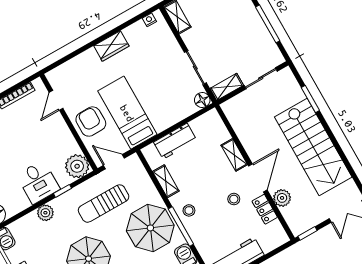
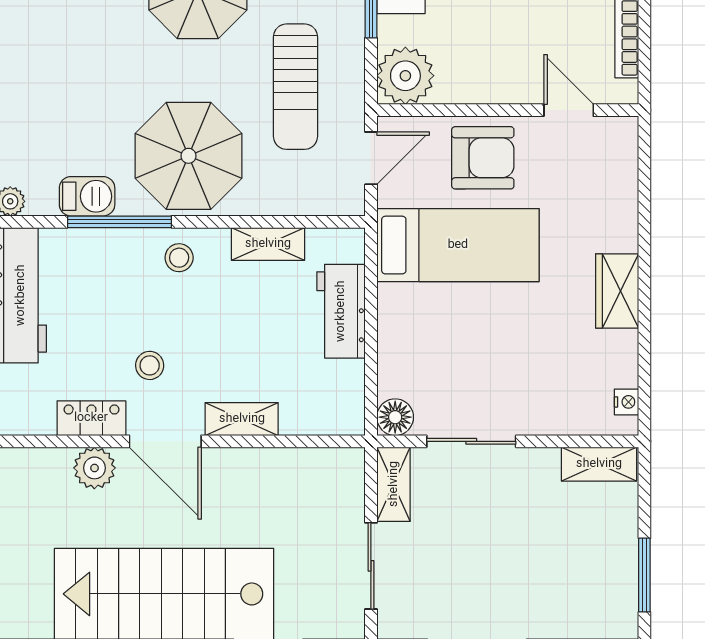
sun lounger: (104, 204) -> (295, 87), turned 180
window: (181, 226) -> (120, 222), moved

